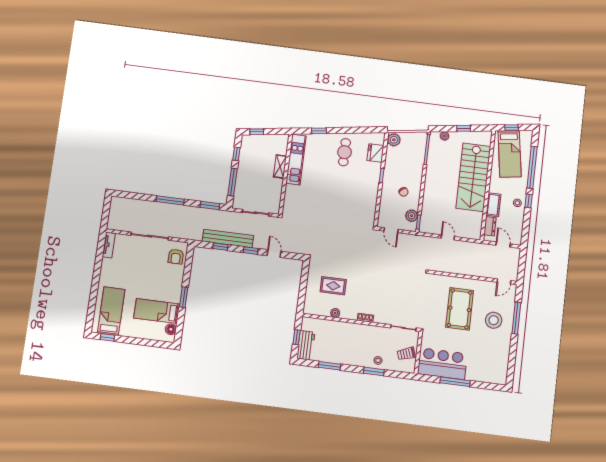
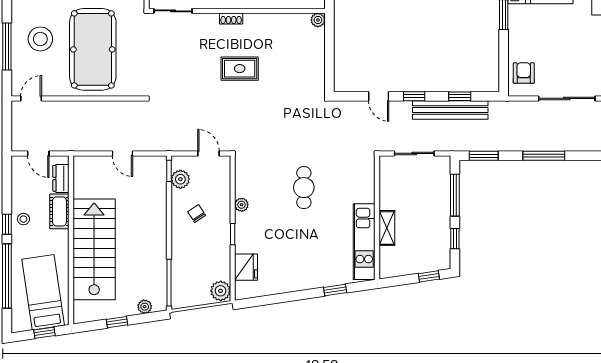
cafe table: (345, 152) -> (304, 188), moved
plant: (373, 194) -> (242, 205), added
rug: (333, 286) -> (240, 69), moved
pool table: (460, 309) -> (93, 49), width x1.36, depth x1.32
plant: (335, 313) -> (318, 20), moved

